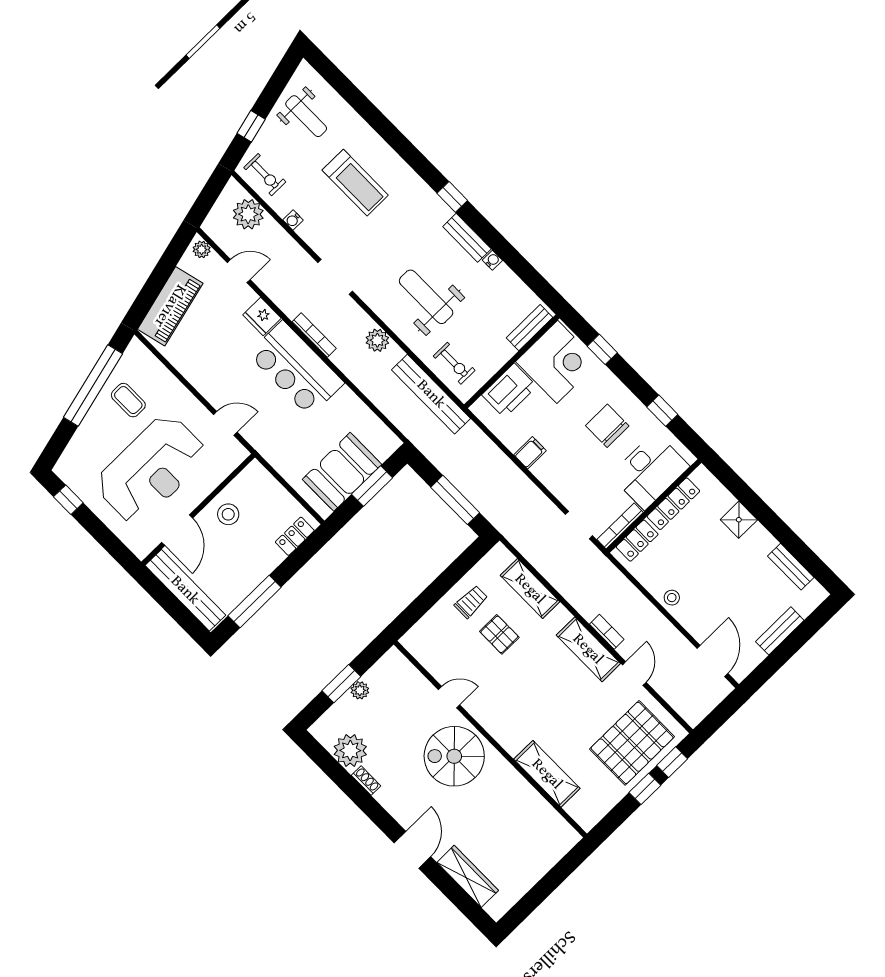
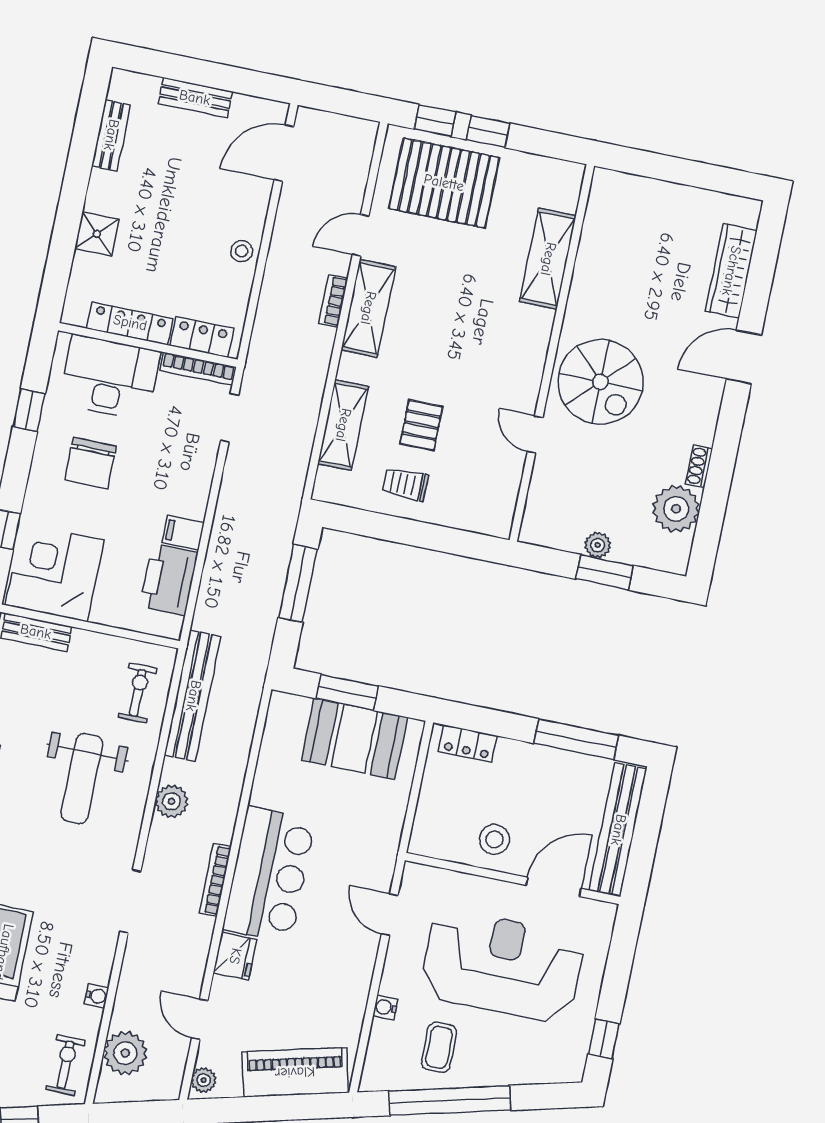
water cooler: (173, 384) -> (385, 1007), added
printer: (509, 391) -> (169, 580), moved, turned -90

